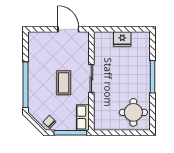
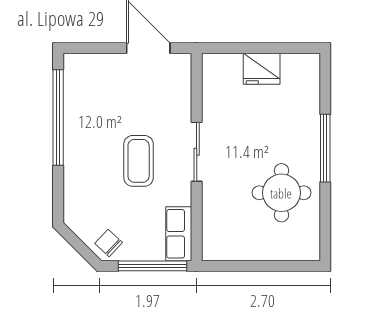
window: (25, 85) -> (58, 118), moved
round table: (133, 112) -> (281, 193), moved

